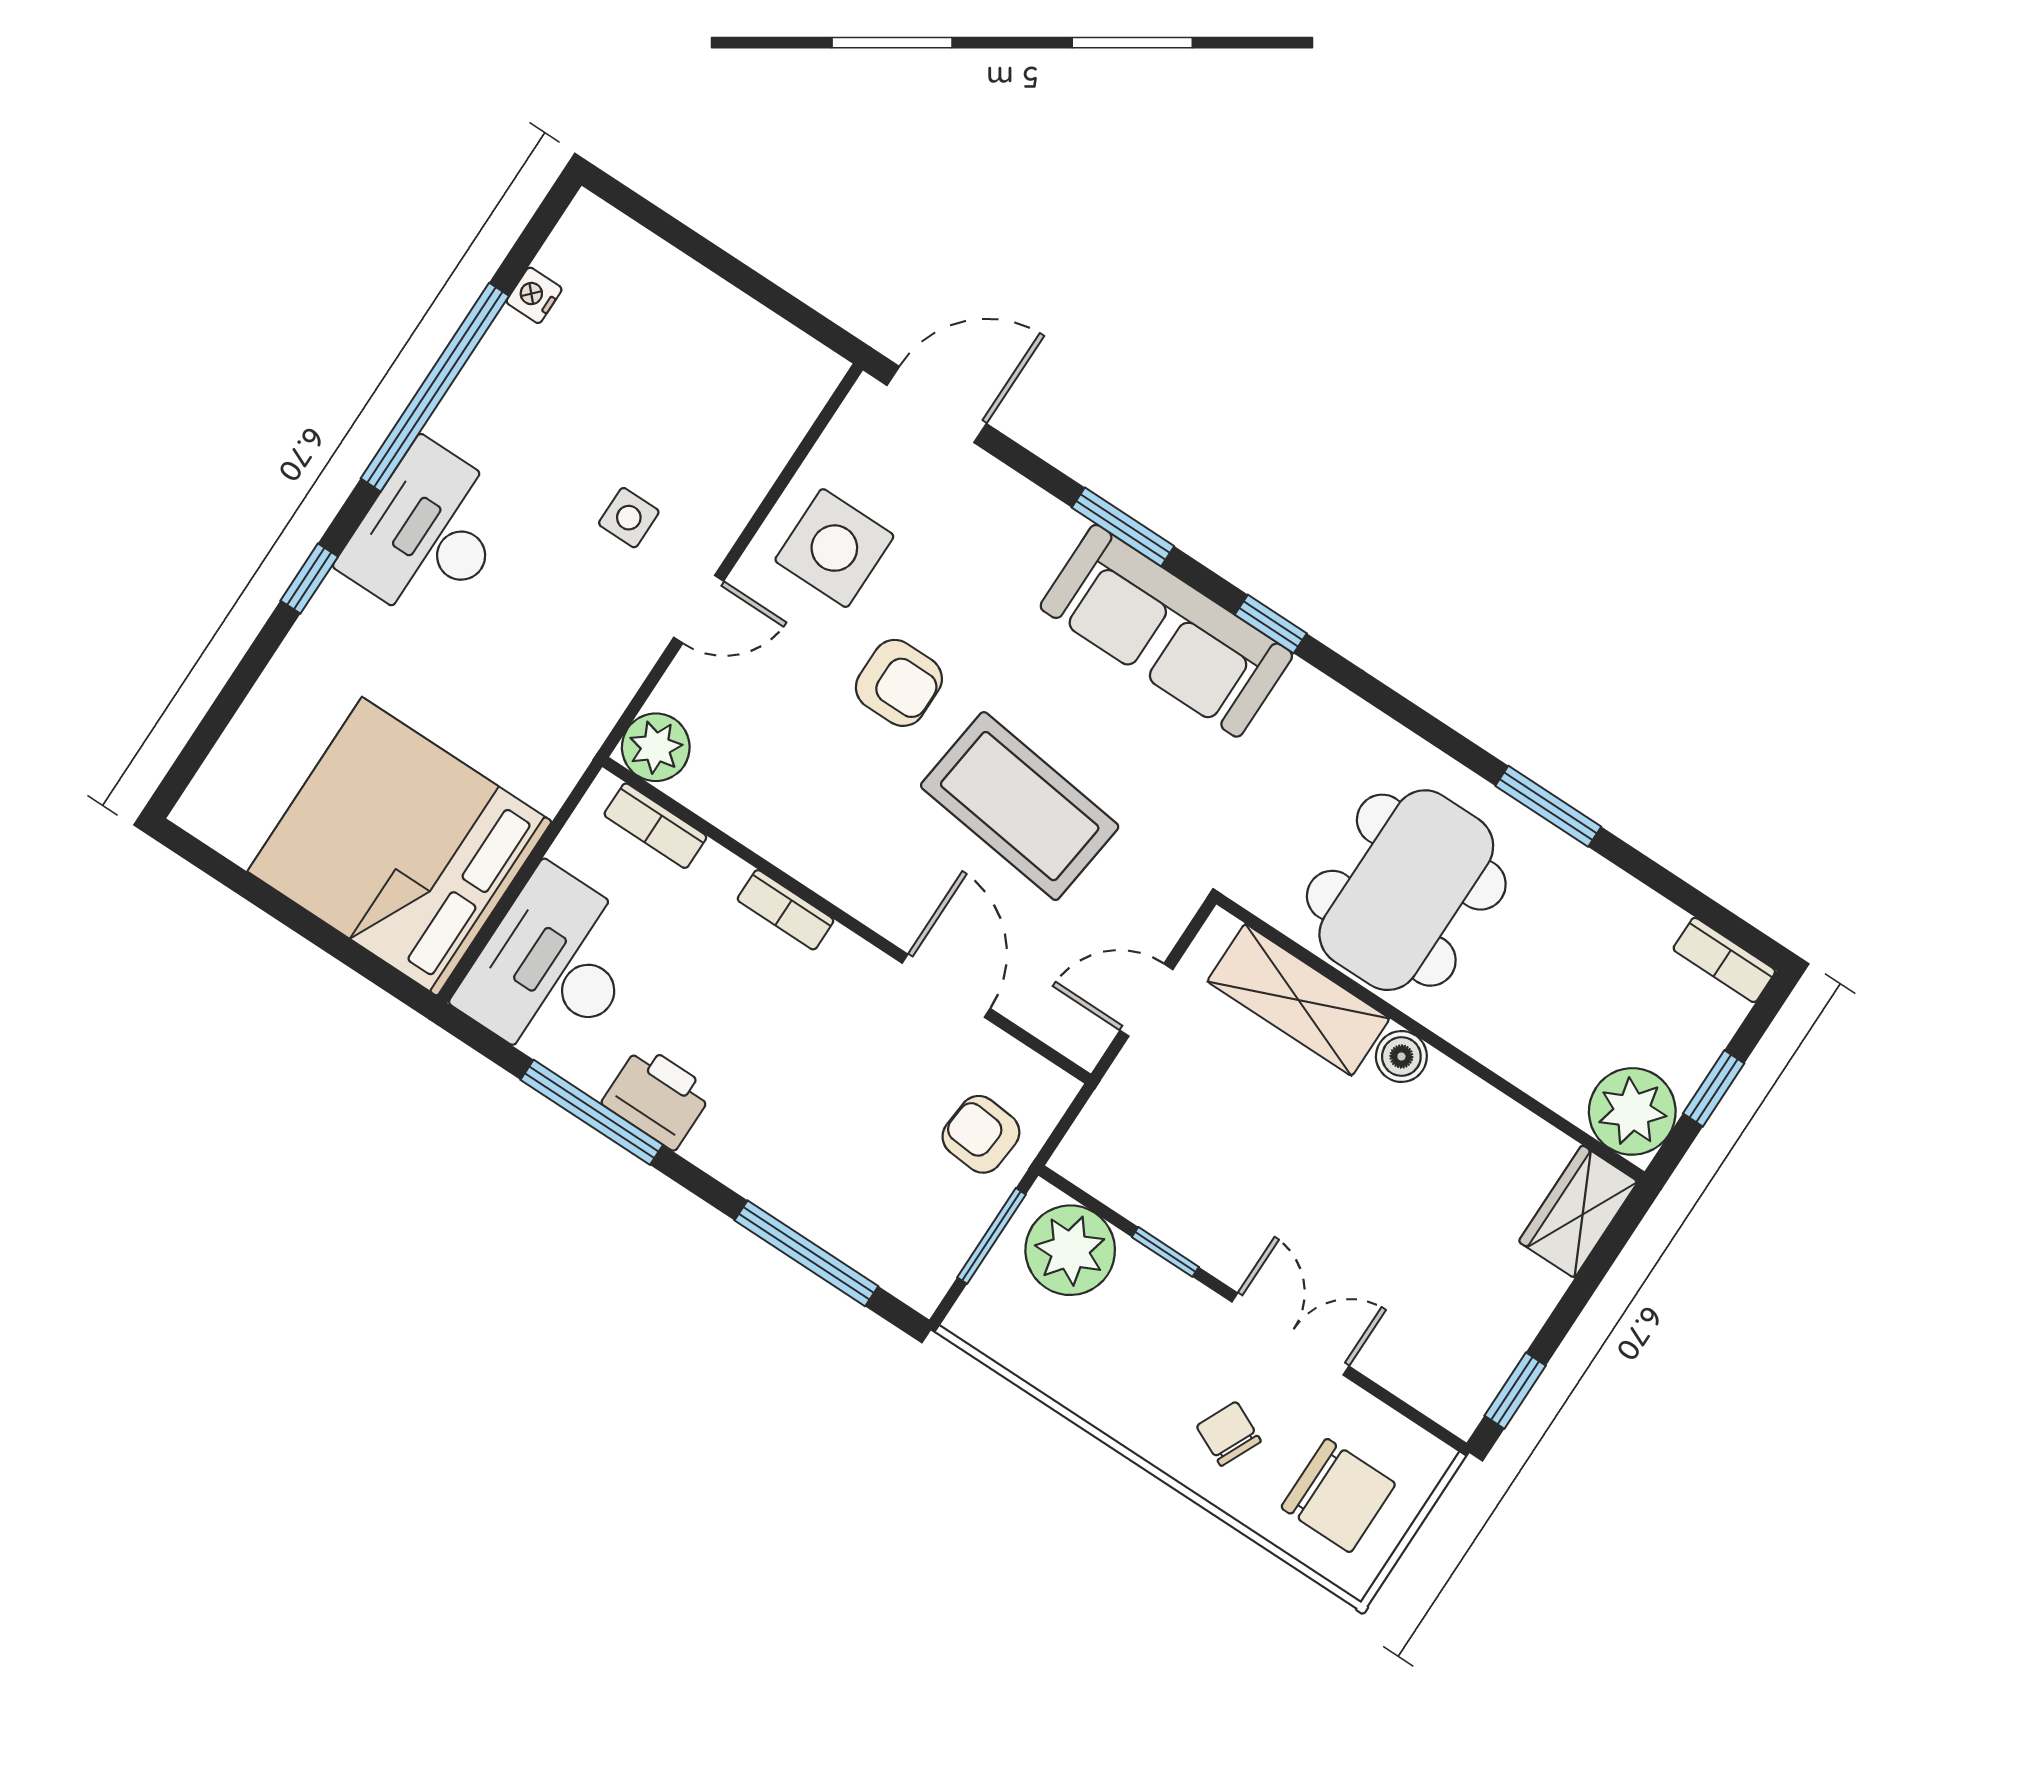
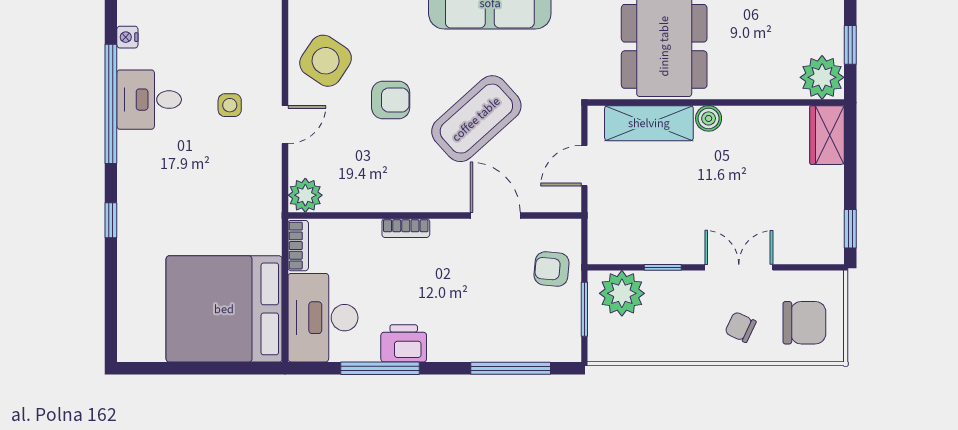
desk: (428, 534) -> (149, 100), moved, width x0.73
side table: (834, 548) -> (326, 61), turned 34
coffee table: (1020, 806) -> (476, 119), turned -49
bookcase: (655, 826) -> (298, 246), moved, turned -90

